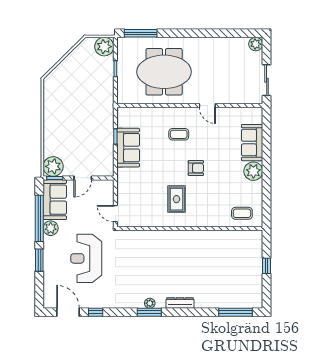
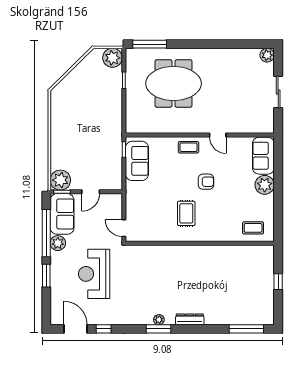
wall: (190, 106) -> (200, 135), moved
door: (207, 106) -> (218, 135), moved

